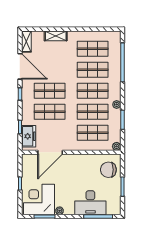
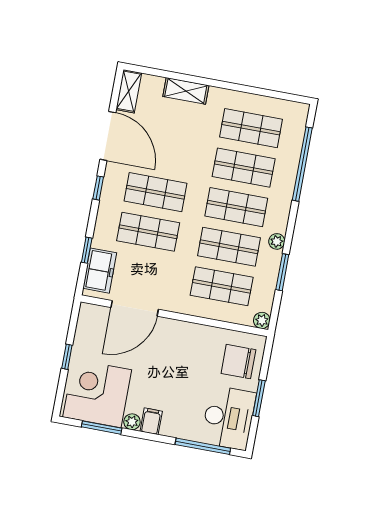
desk: (90, 203) -> (228, 418), moved, turned -90
filing cabinet: (69, 209) -> (151, 421), added

